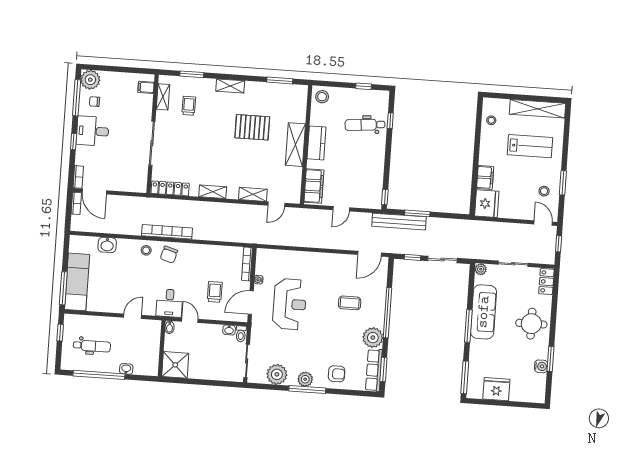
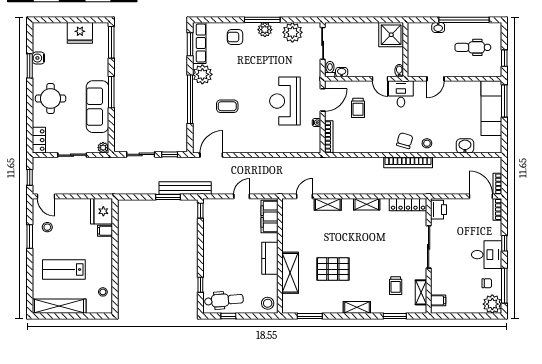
dental chair: (365, 125) -> (224, 300), moved
shelving: (295, 145) -> (290, 273), moved
filing cabinet: (485, 177) -> (105, 231), width x0.50
printer: (139, 181) -> (439, 210), added

